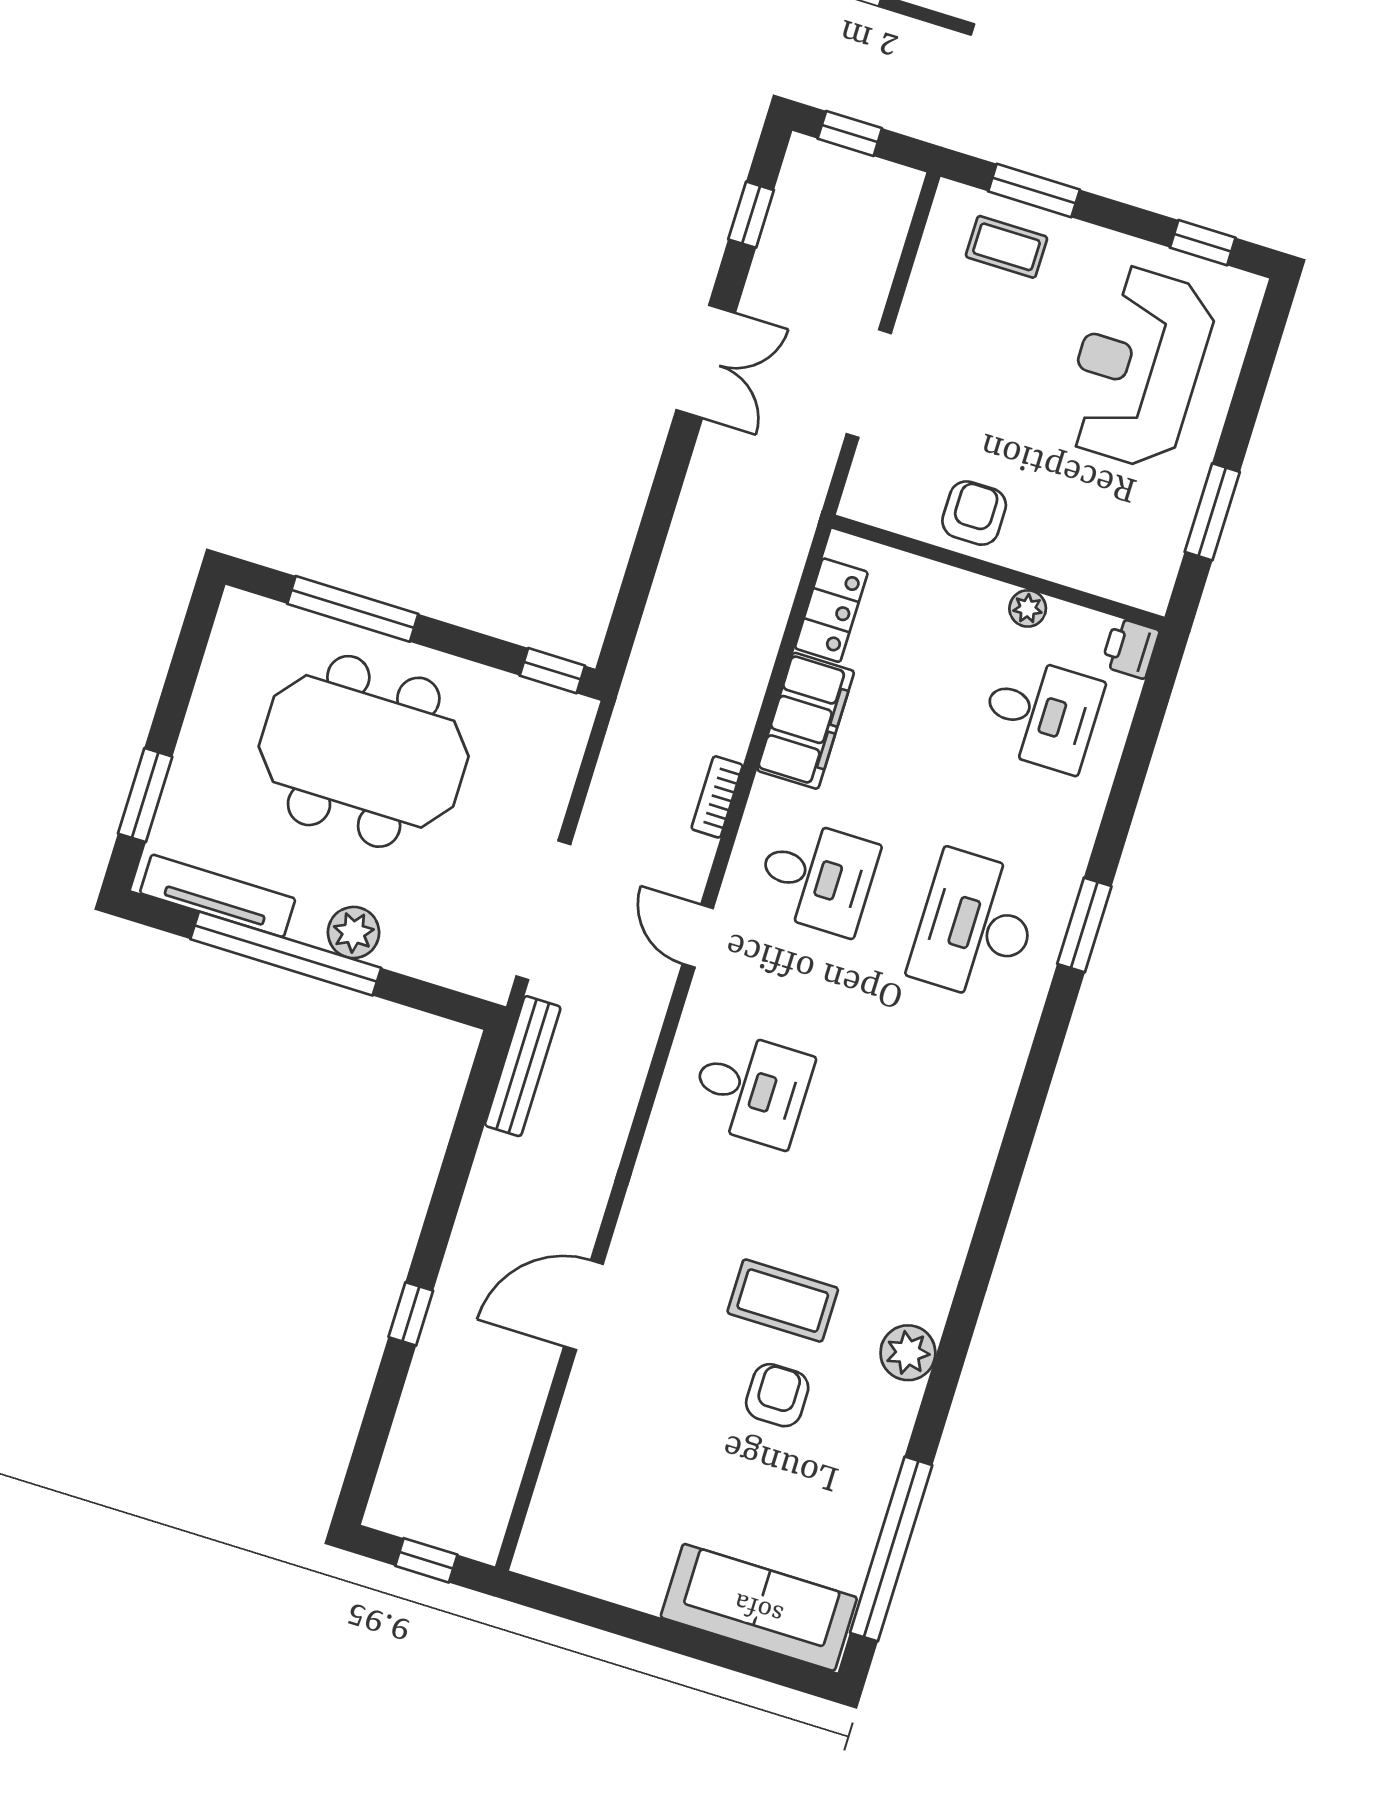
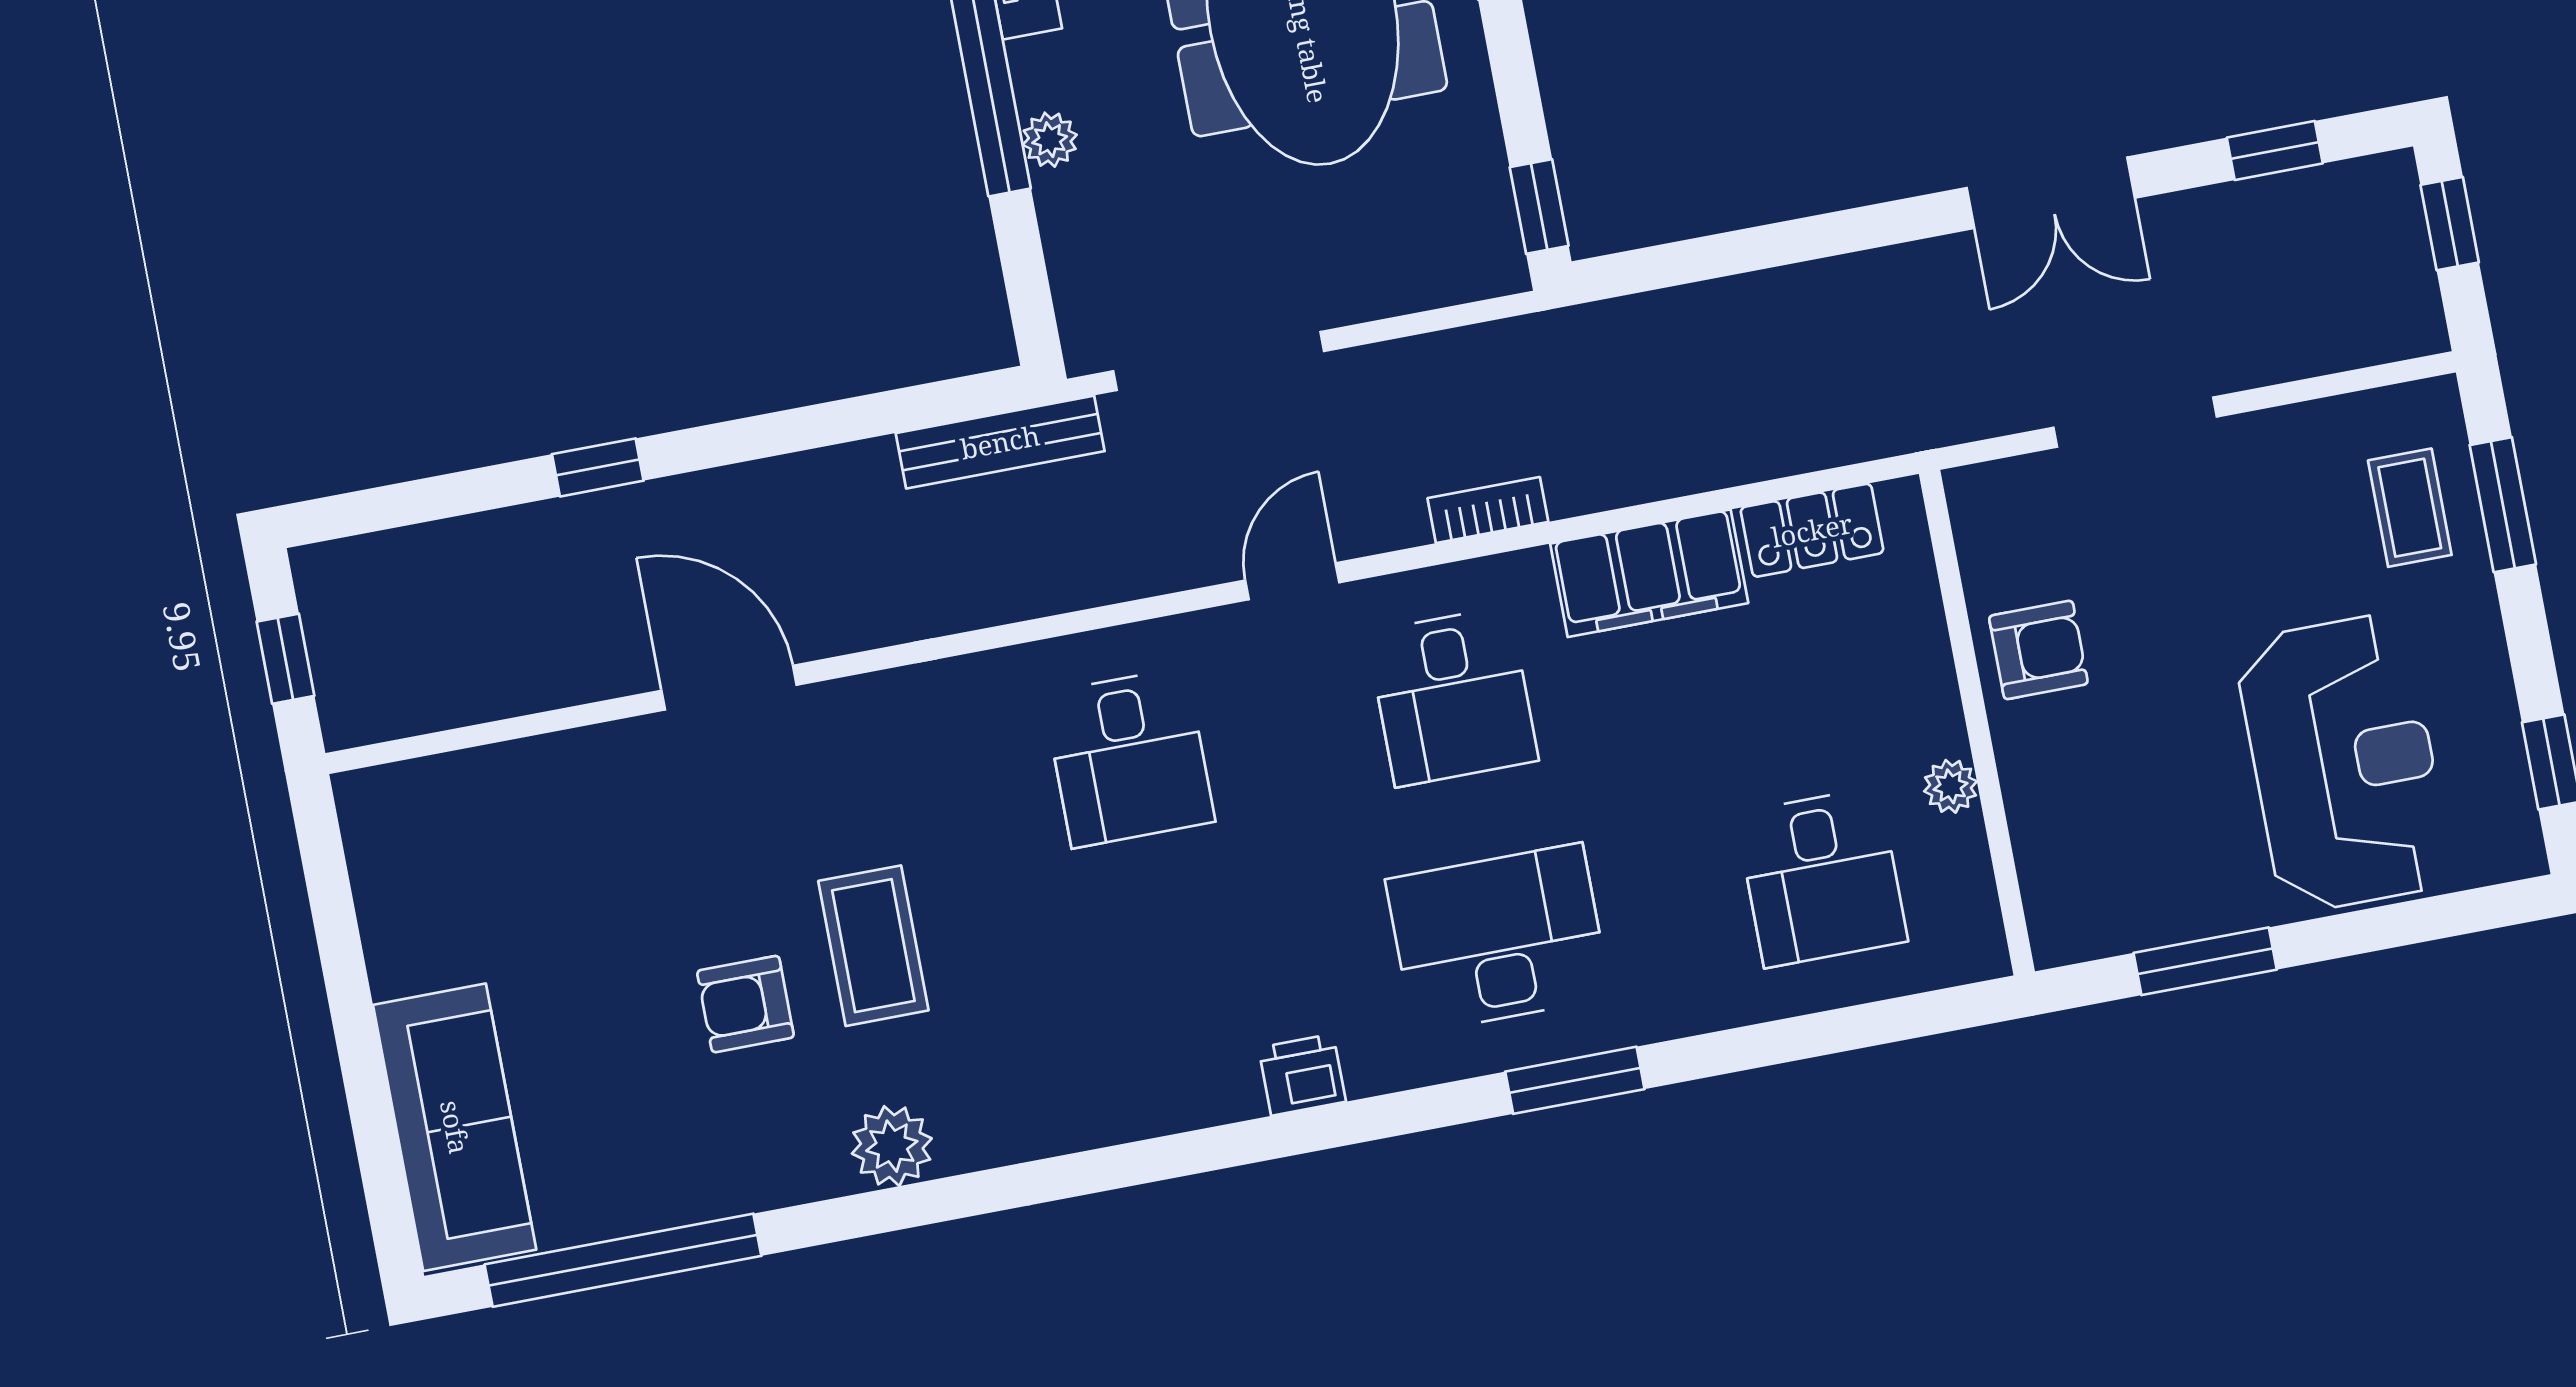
reception desk: (1138, 367) -> (2344, 763), turned 90
printer: (1130, 648) -> (1302, 1075), moved
plant: (354, 932) -> (1050, 140), width x0.73, depth x0.73
armchair: (777, 1395) -> (745, 1004), turned 180

